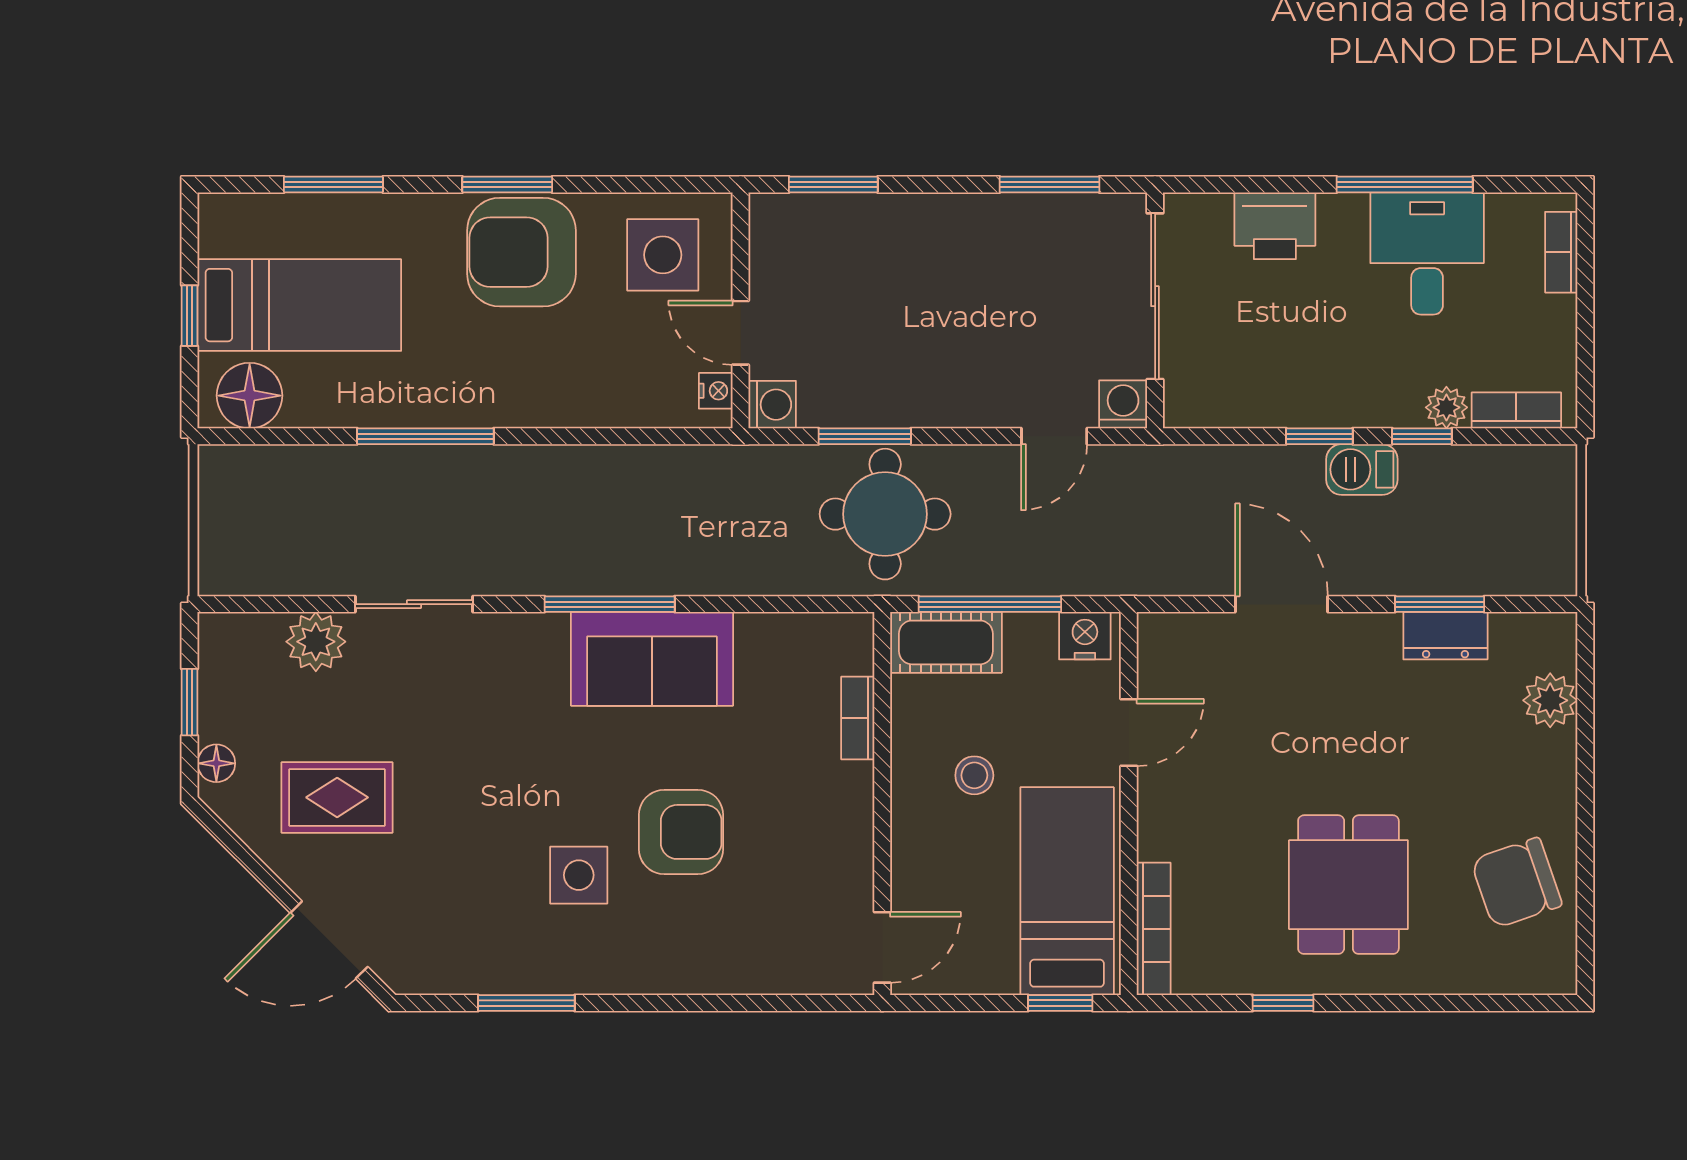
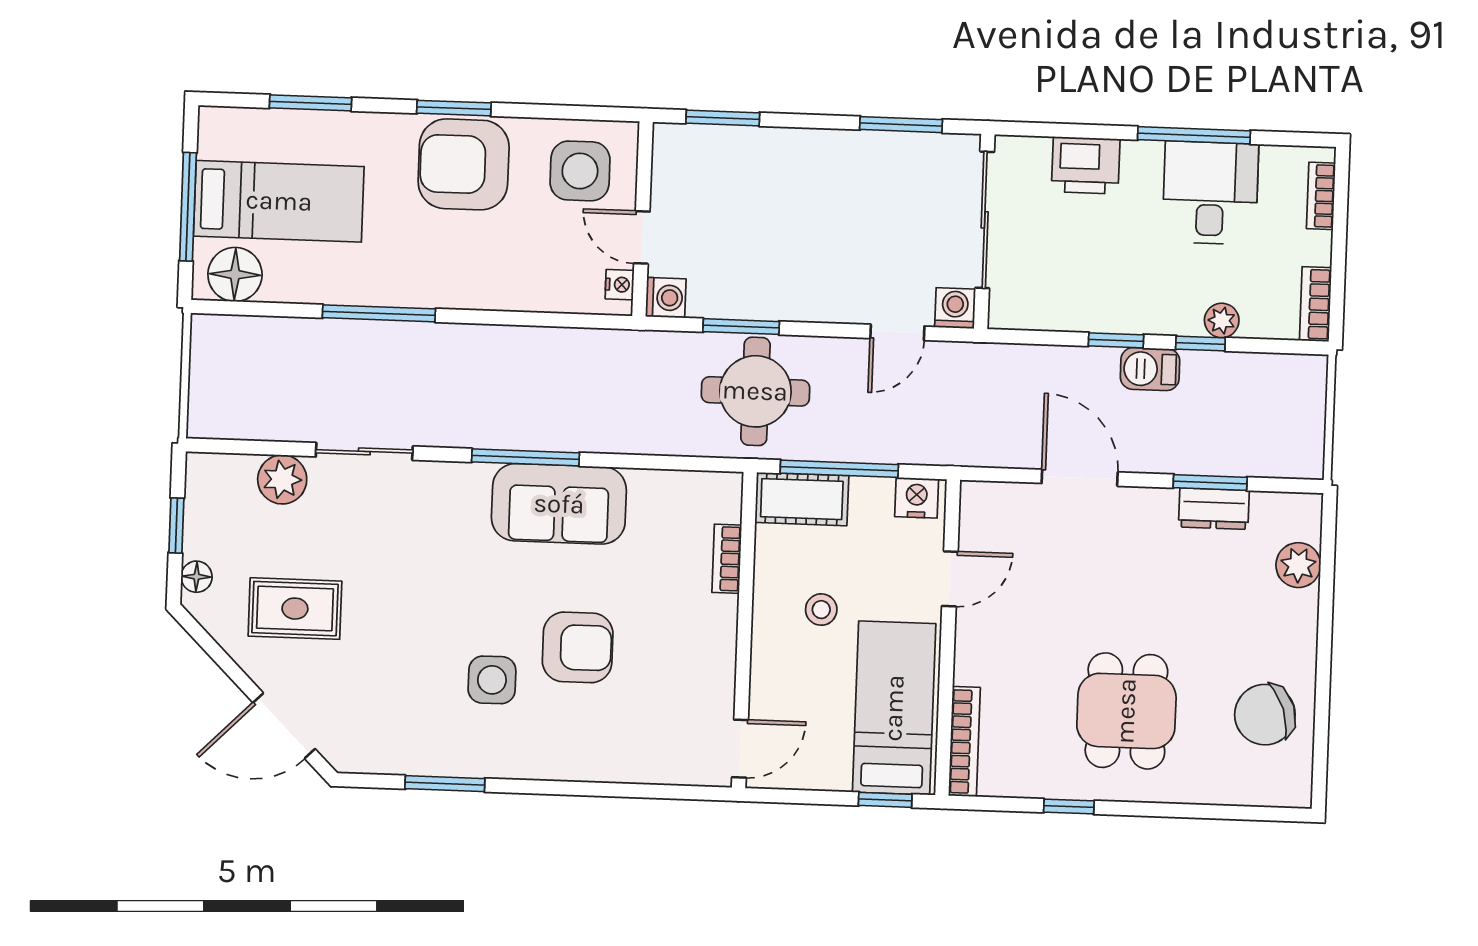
window: (190, 316) -> (188, 207), width x2.17
bookcase: (1516, 410) -> (1316, 304), moved, turned -90

